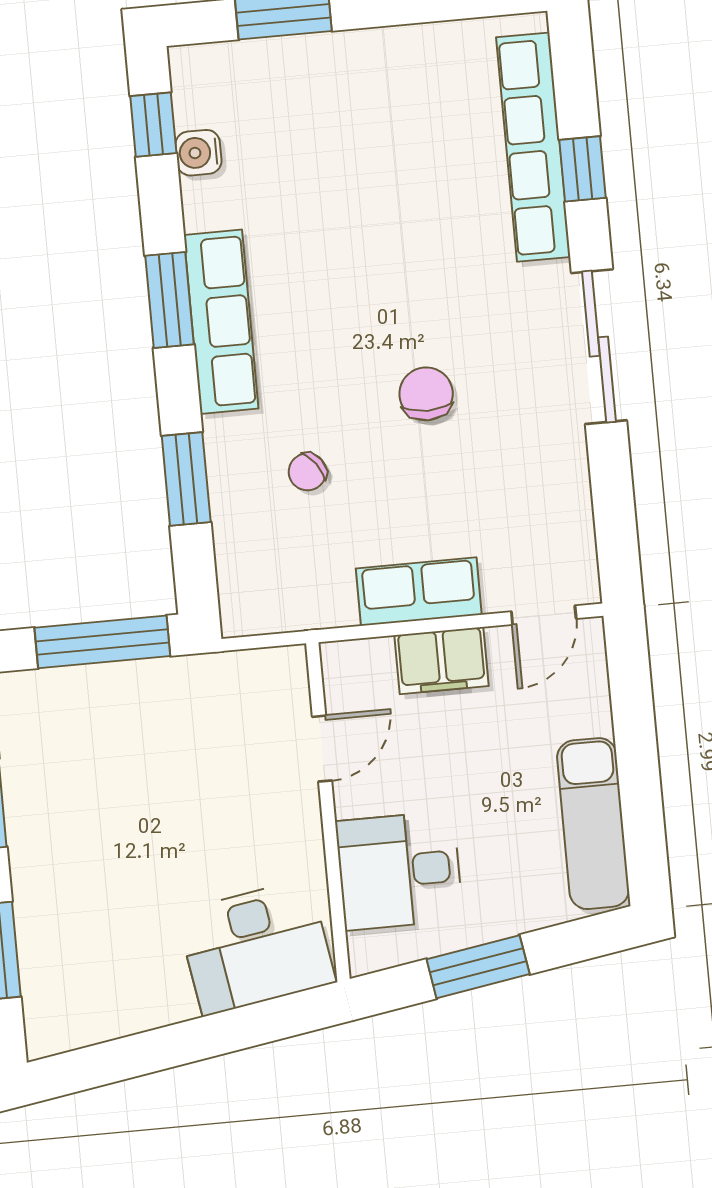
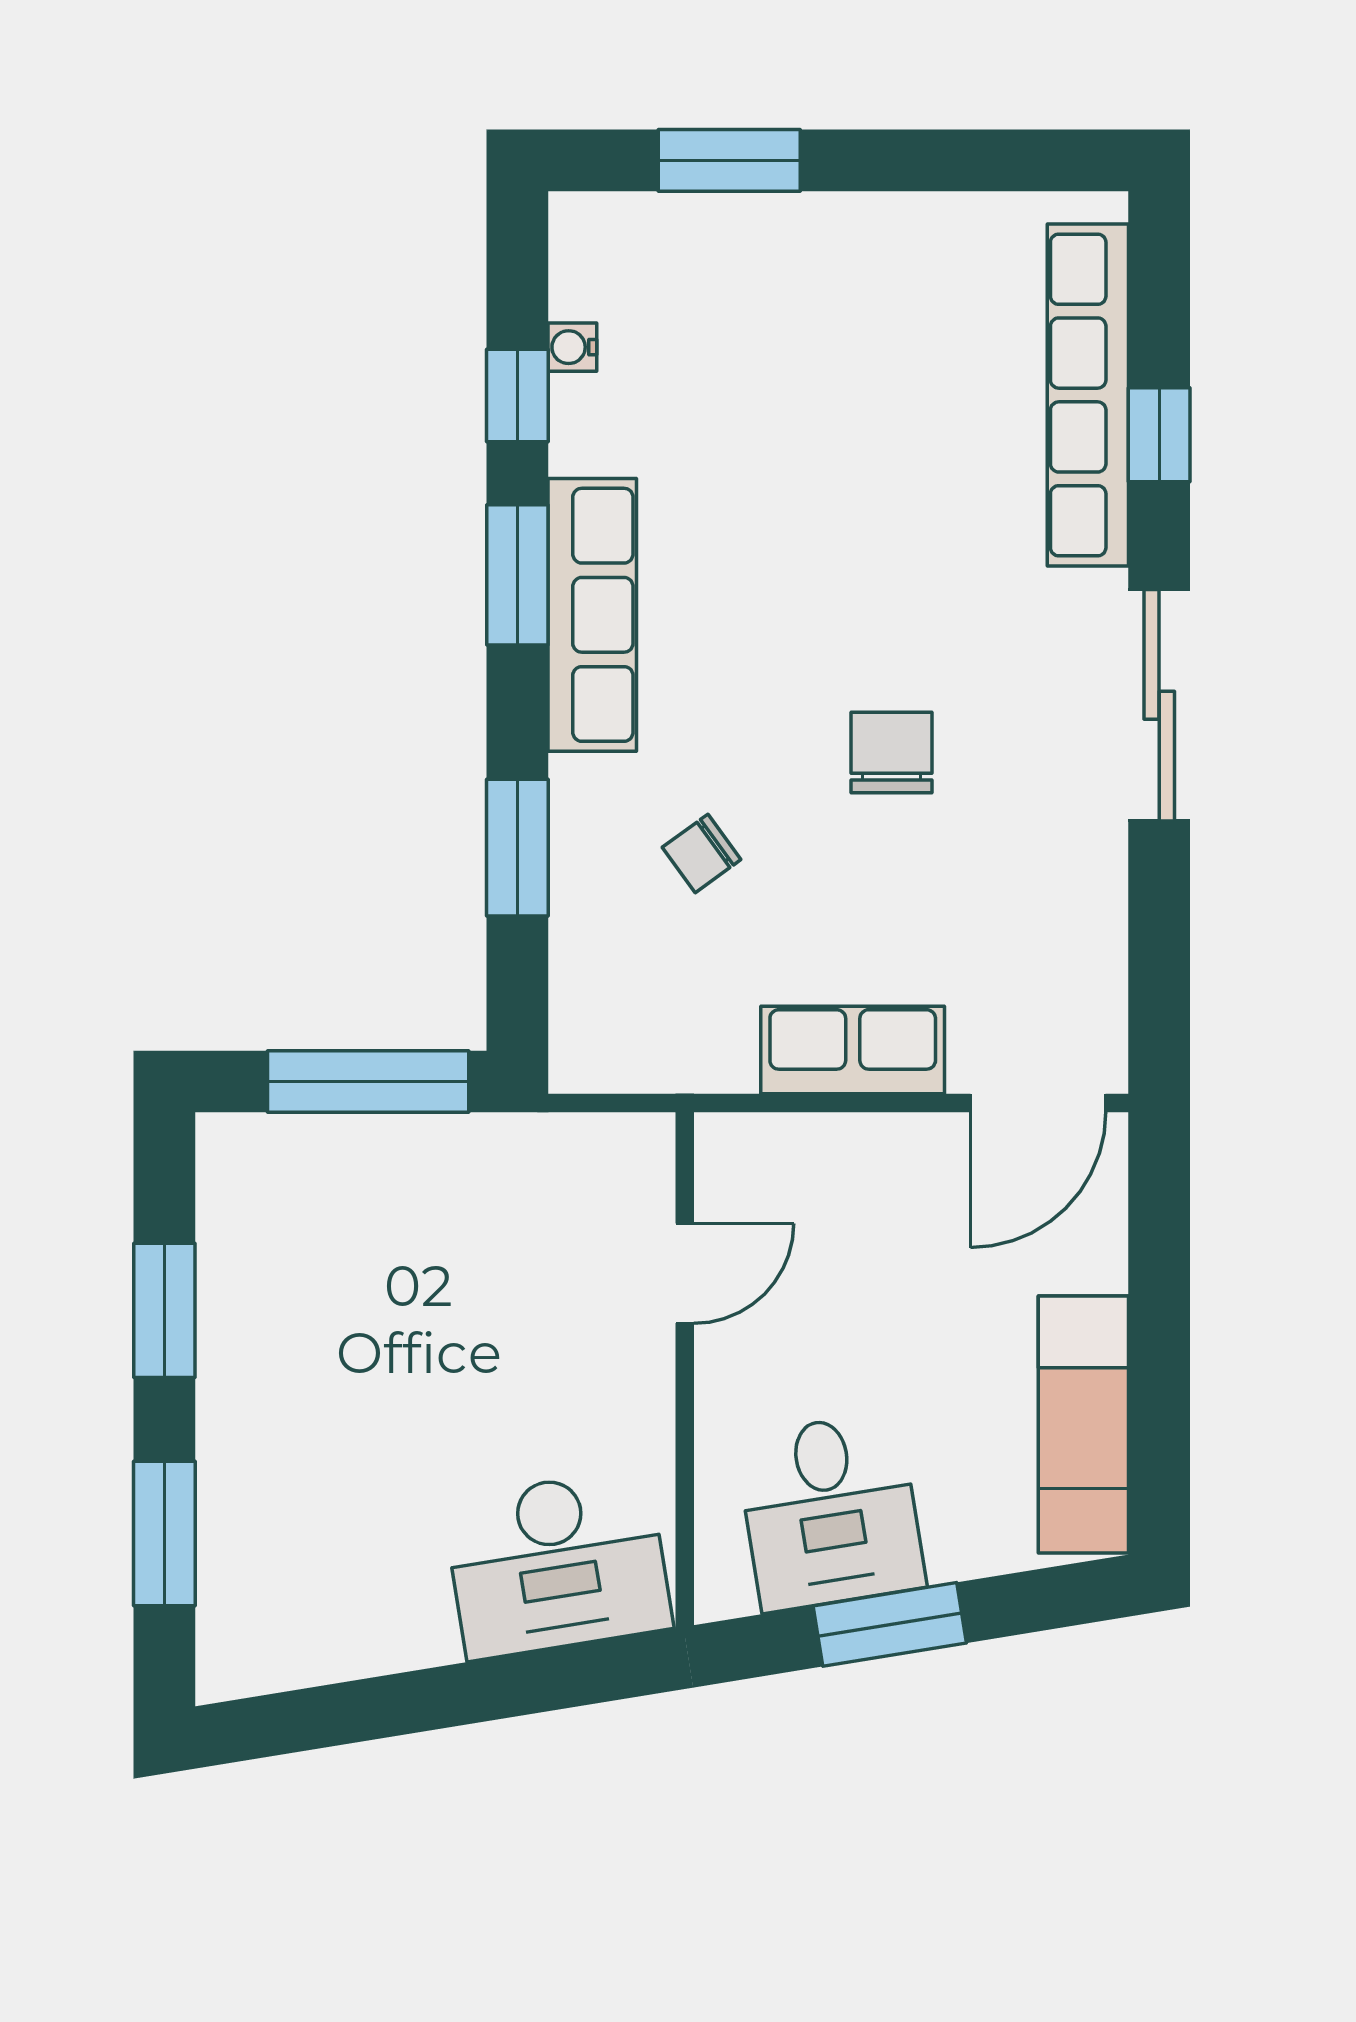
window: (153, 125) -> (517, 395), moved
water cooler: (198, 153) -> (572, 347), width x0.72, depth x0.72
door: (544, 615) -> (1038, 1103), width x1.38
filing cabinet: (441, 661) -> (877, 1157), removed
desk: (399, 871) -> (830, 1512), moved, turned -99

